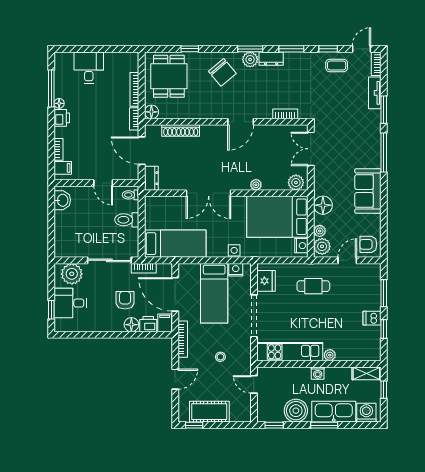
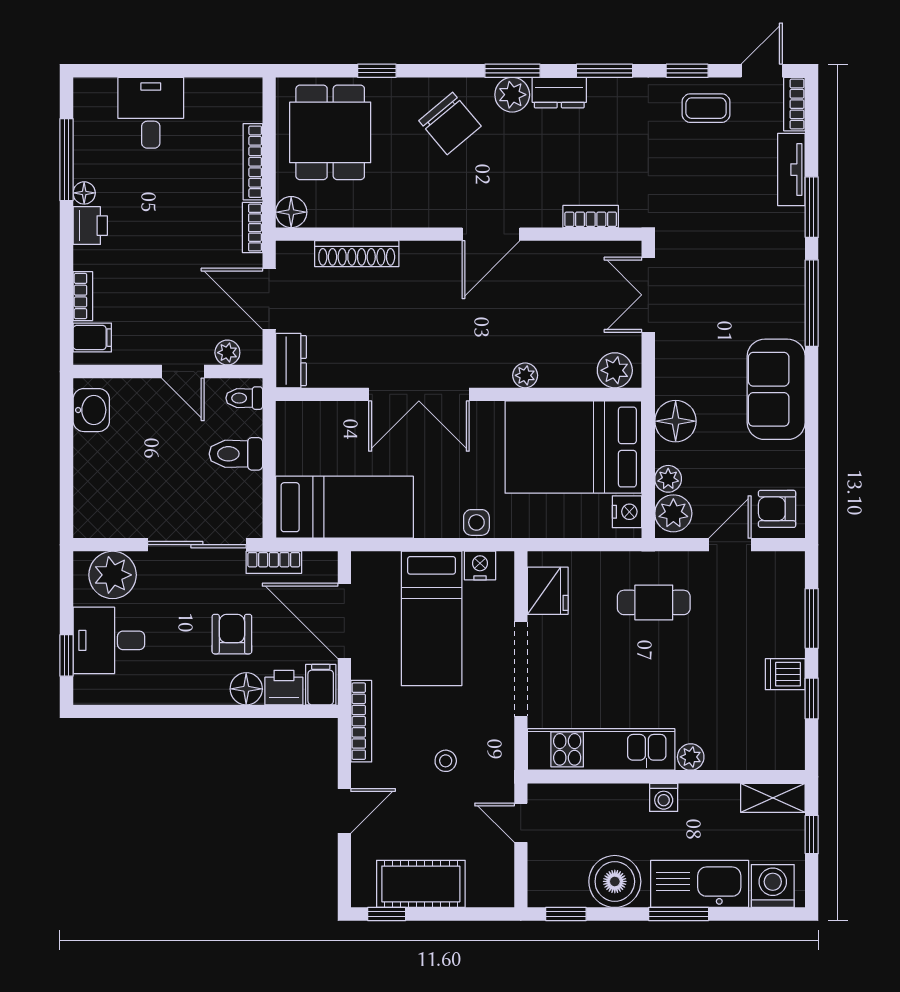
plant: (123, 175) -> (227, 353), added

